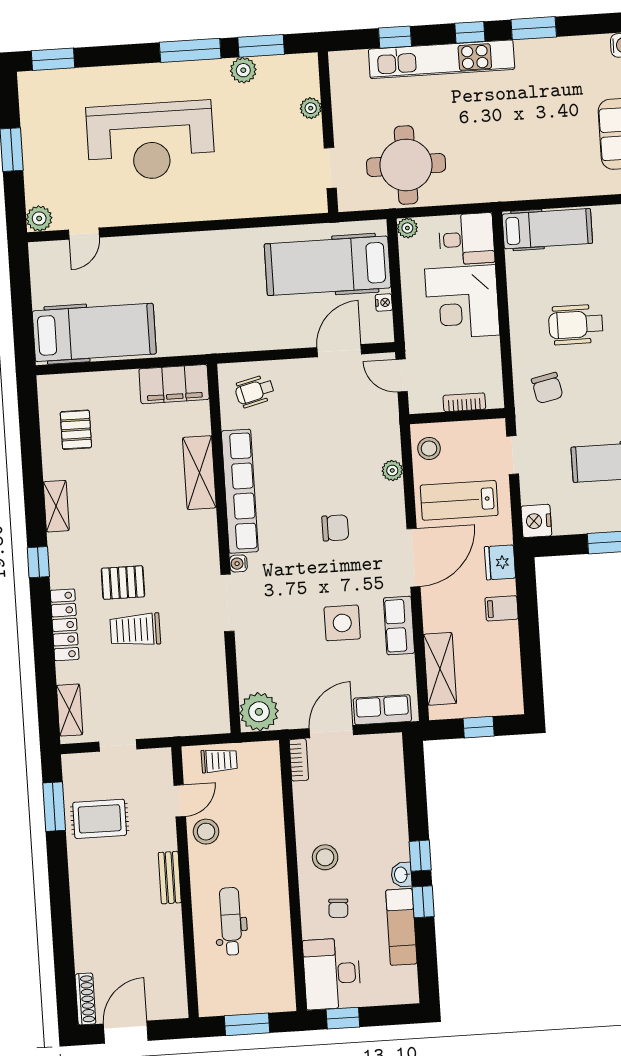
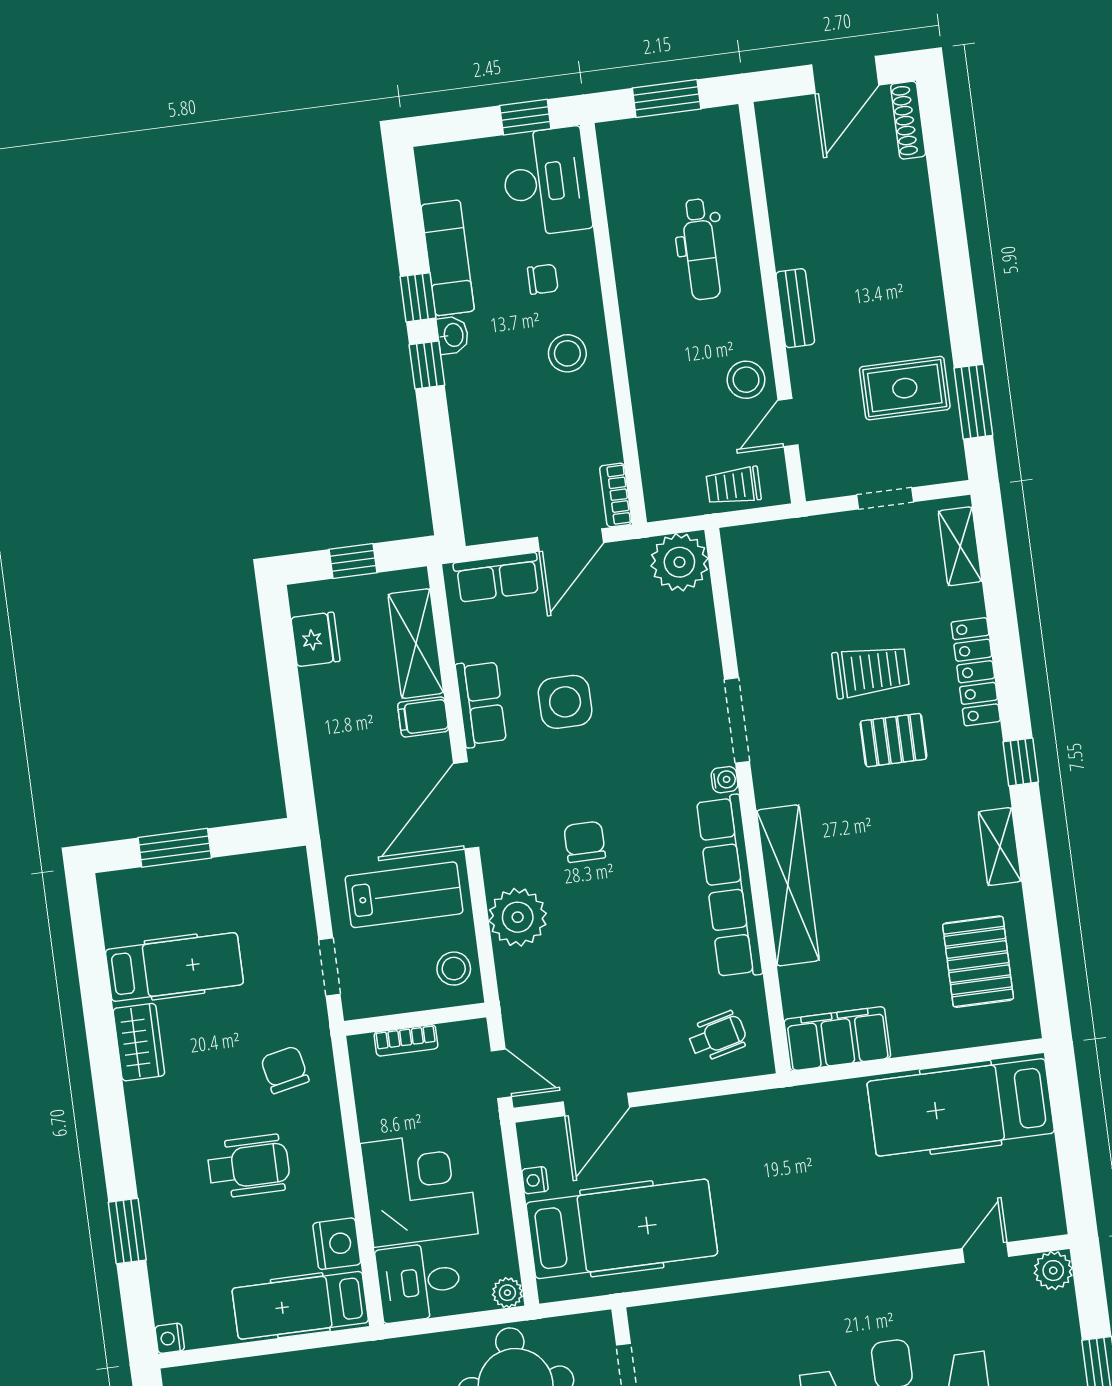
pallet: (76, 430) -> (978, 962), width x1.50, depth x1.42
plant: (392, 470) -> (518, 917), width x1.88, depth x1.88
shelving: (199, 473) -> (788, 885), width x1.47
nightstand: (536, 521) -> (337, 1244), moved
chair: (335, 528) -> (585, 842), turned 90
fridge: (500, 562) -> (315, 639), moved
filing cabinet: (502, 608) -> (423, 717), moved, turned 180
chair: (338, 908) -> (543, 279), turned 87

